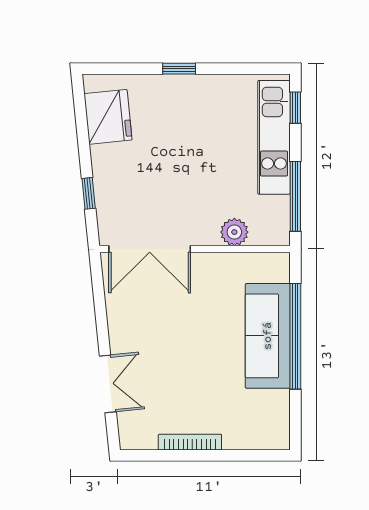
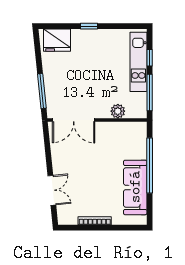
window: (295, 108) -> (150, 58), moved
fridge: (108, 117) -> (57, 40), moved, turned 96
window: (89, 193) -> (42, 91), width x2.17
sofa: (268, 336) -> (135, 187), moved

